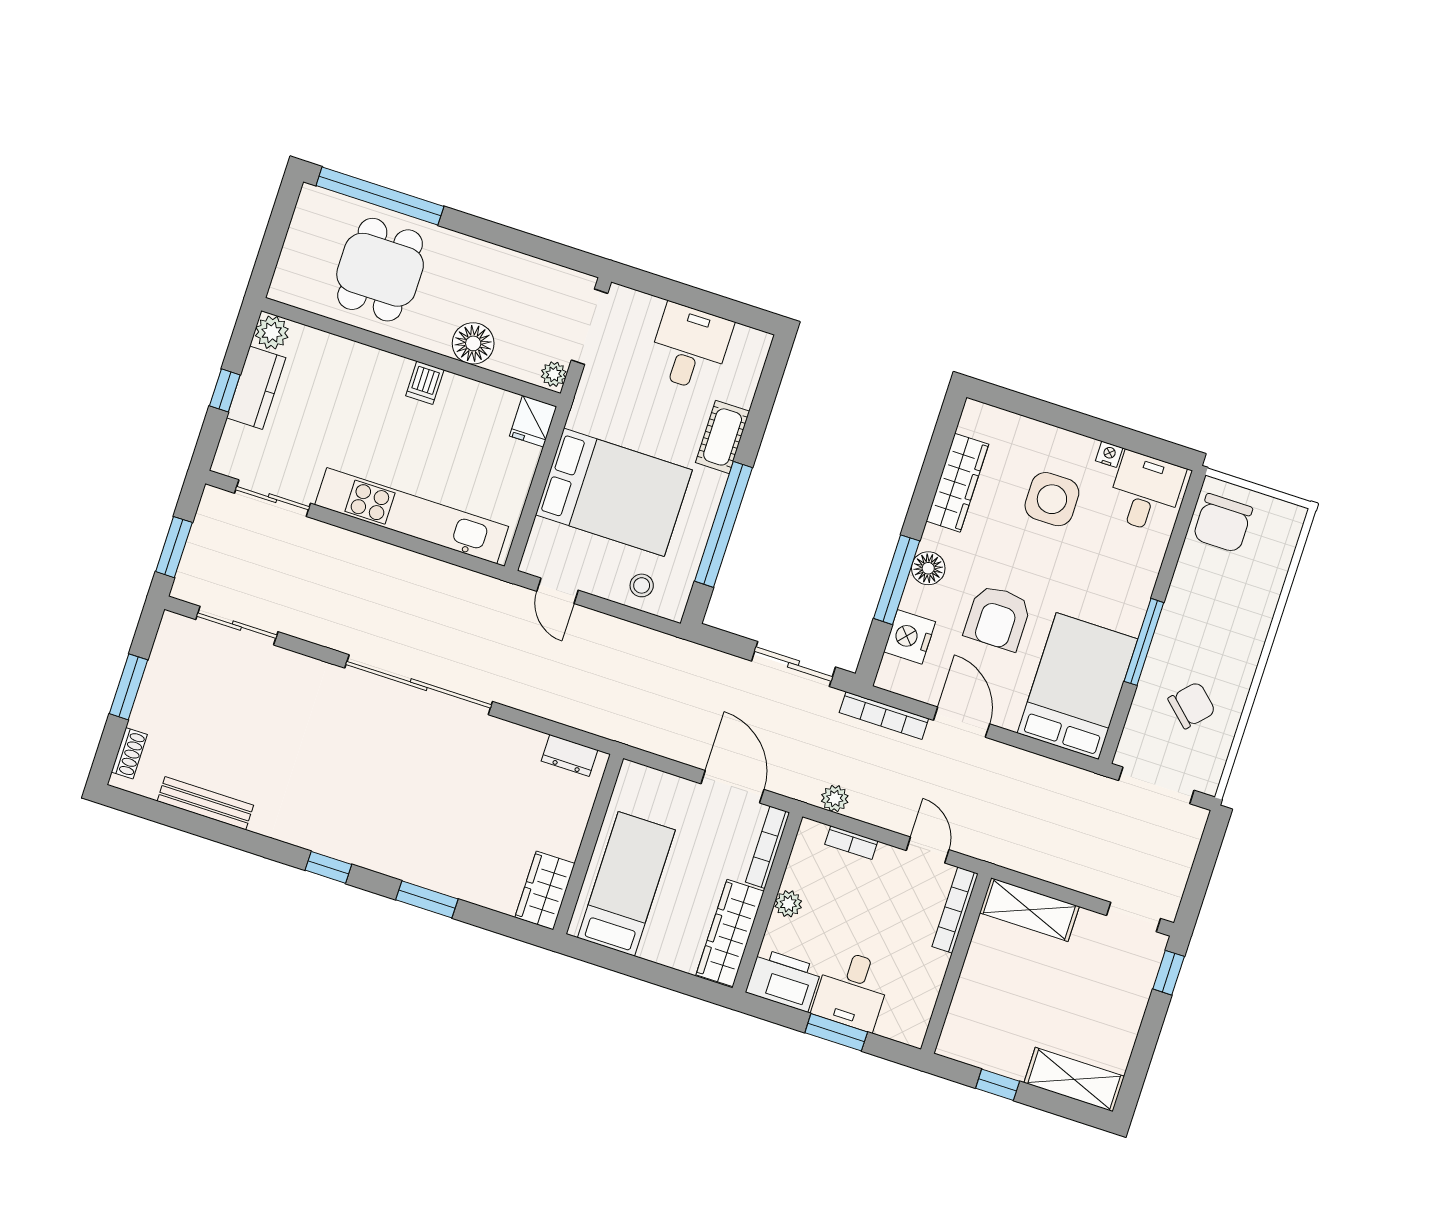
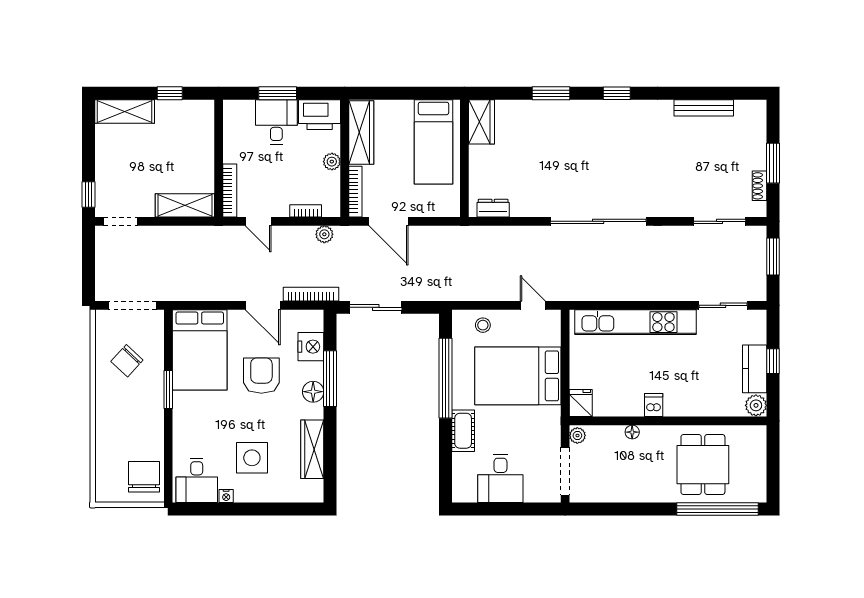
floor lamp: (473, 343) -> (632, 432), width x0.53, depth x0.53
window: (1144, 642) -> (168, 390), width x0.69
shoe rack: (129, 753) -> (759, 186), moved

